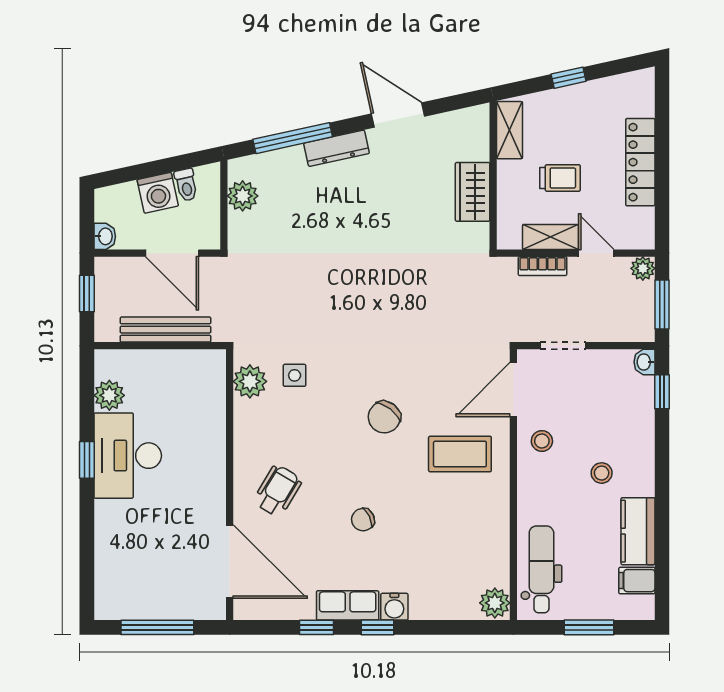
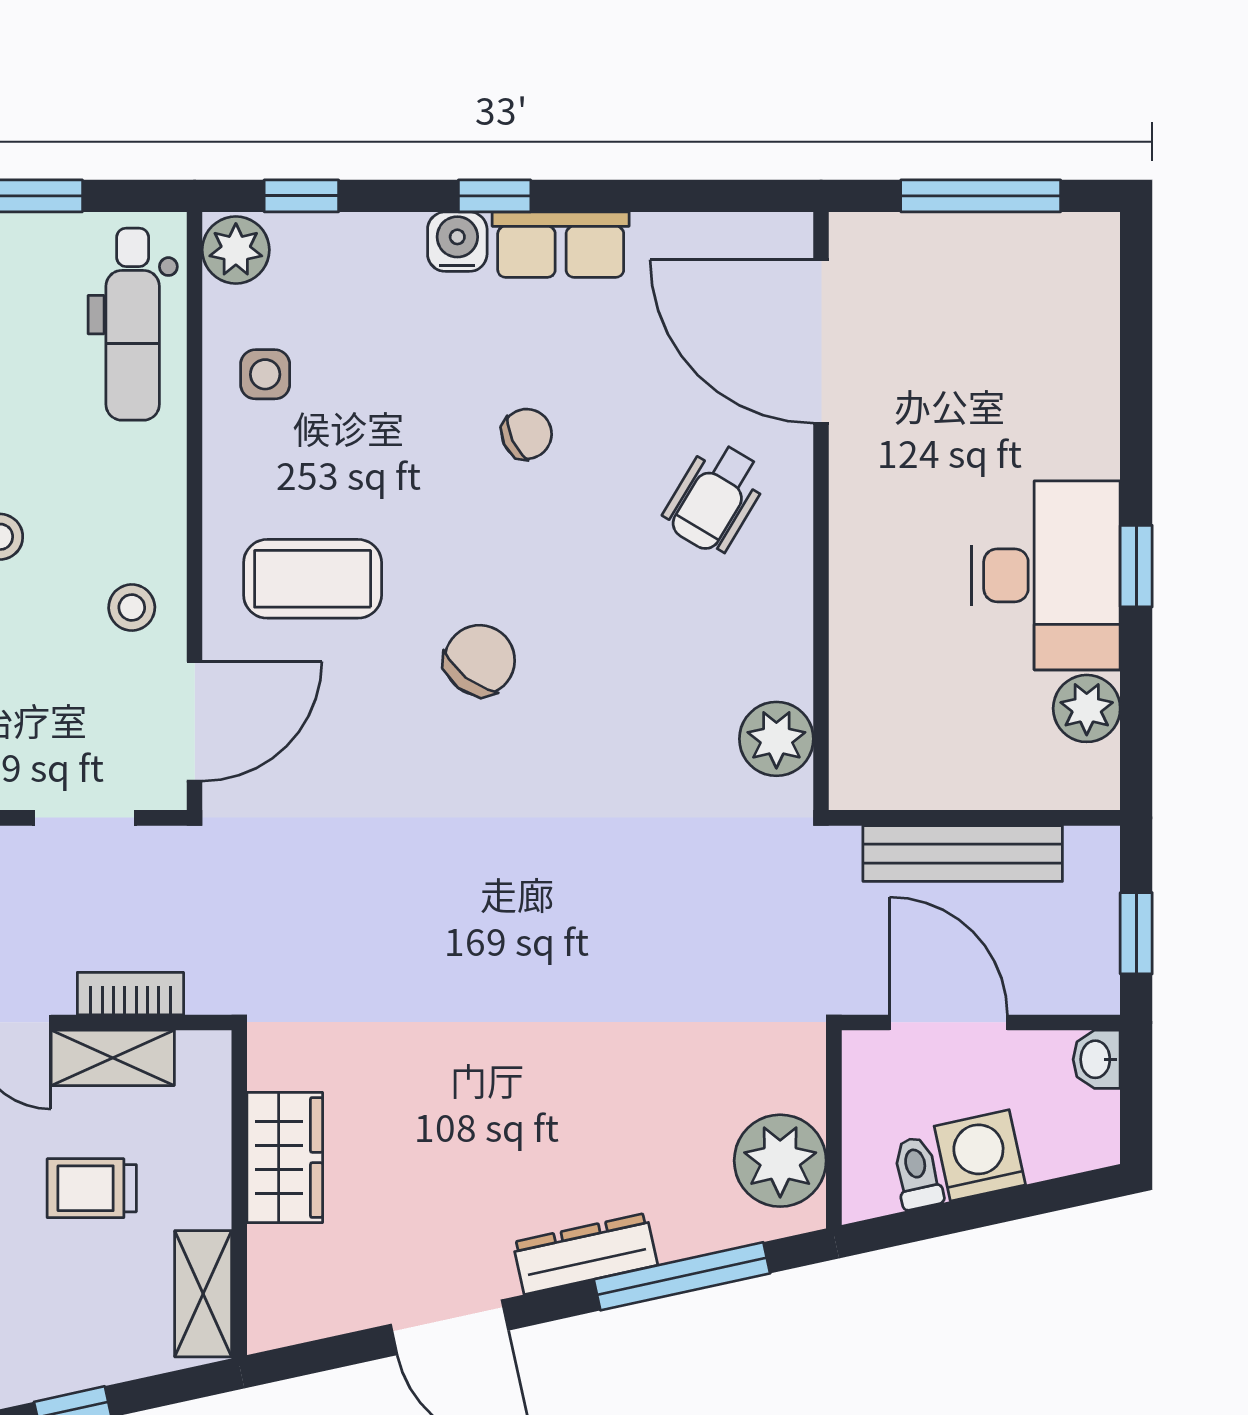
plant: (243, 196) -> (780, 1161), width x1.36, depth x1.36
side table: (295, 375) -> (265, 374), moved
window: (316, 627) -> (301, 196), moved

